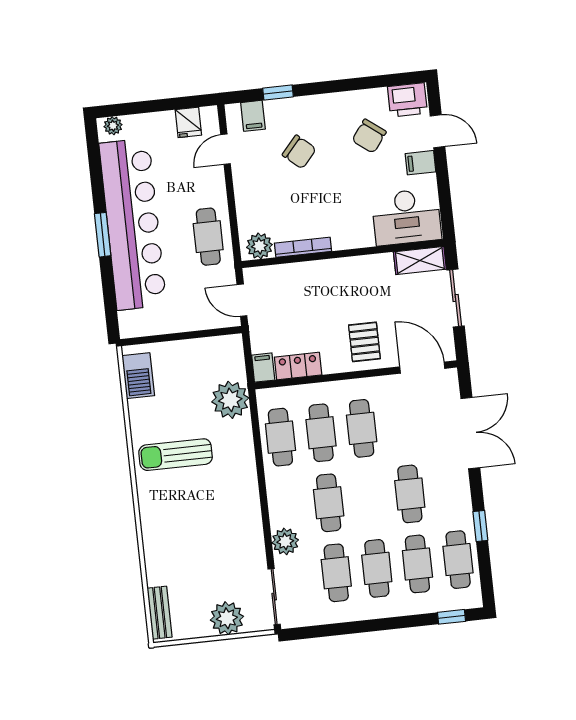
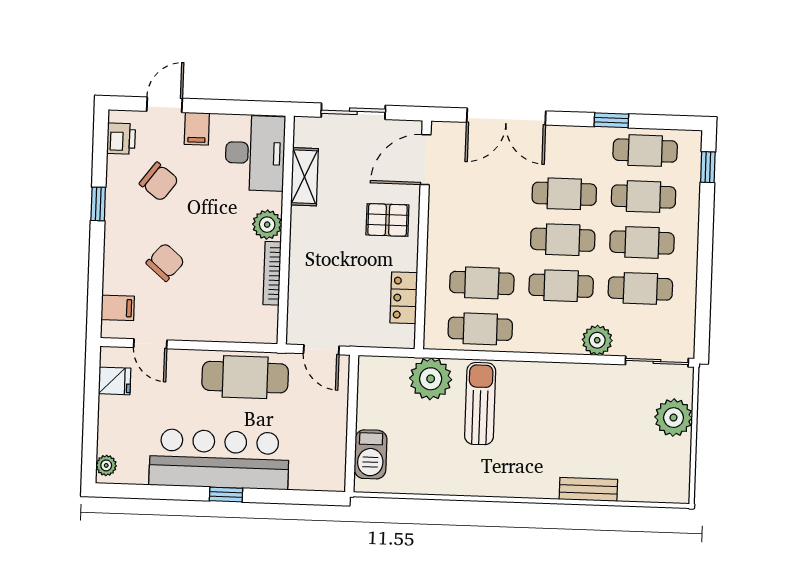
window: (278, 92) -> (98, 204), moved
printer: (407, 100) -> (121, 139), width x0.73, depth x0.81
bar counter: (133, 224) -> (219, 459), width x0.73
window: (103, 235) -> (226, 494), width x0.67
cafe table: (208, 237) -> (245, 377), width x1.37, depth x1.35
plant: (259, 246) -> (267, 225), moved
shelving: (420, 260) -> (305, 177), moved
door: (242, 300) -> (321, 350), hinge flipped
filing cabinet: (263, 368) -> (400, 337), removed
barbecue: (138, 376) -> (371, 454), moved, turned 90
cafe table: (362, 428) -> (563, 240), moved
double door: (470, 433) -> (506, 117), swing flipped
sun lounger: (176, 455) -> (480, 404), moved, turned 180
bench: (160, 613) -> (588, 489), moved

